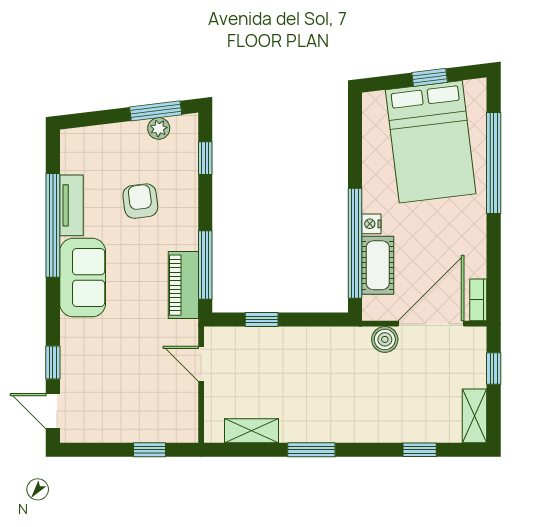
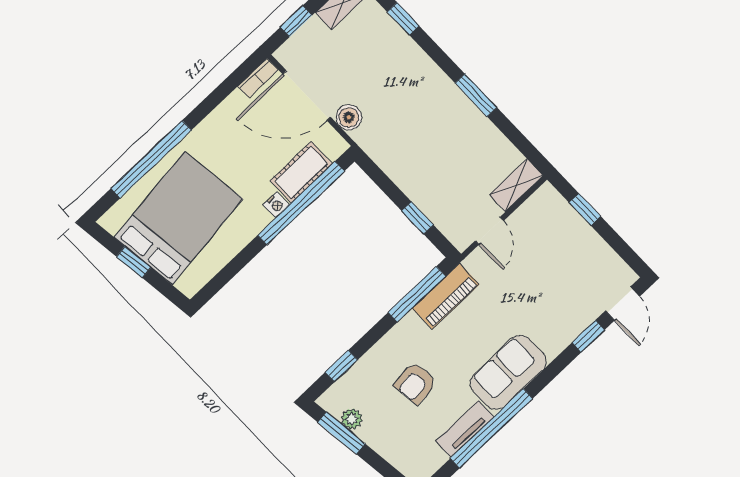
shelving: (251, 431) -> (516, 185), moved, turned 90

